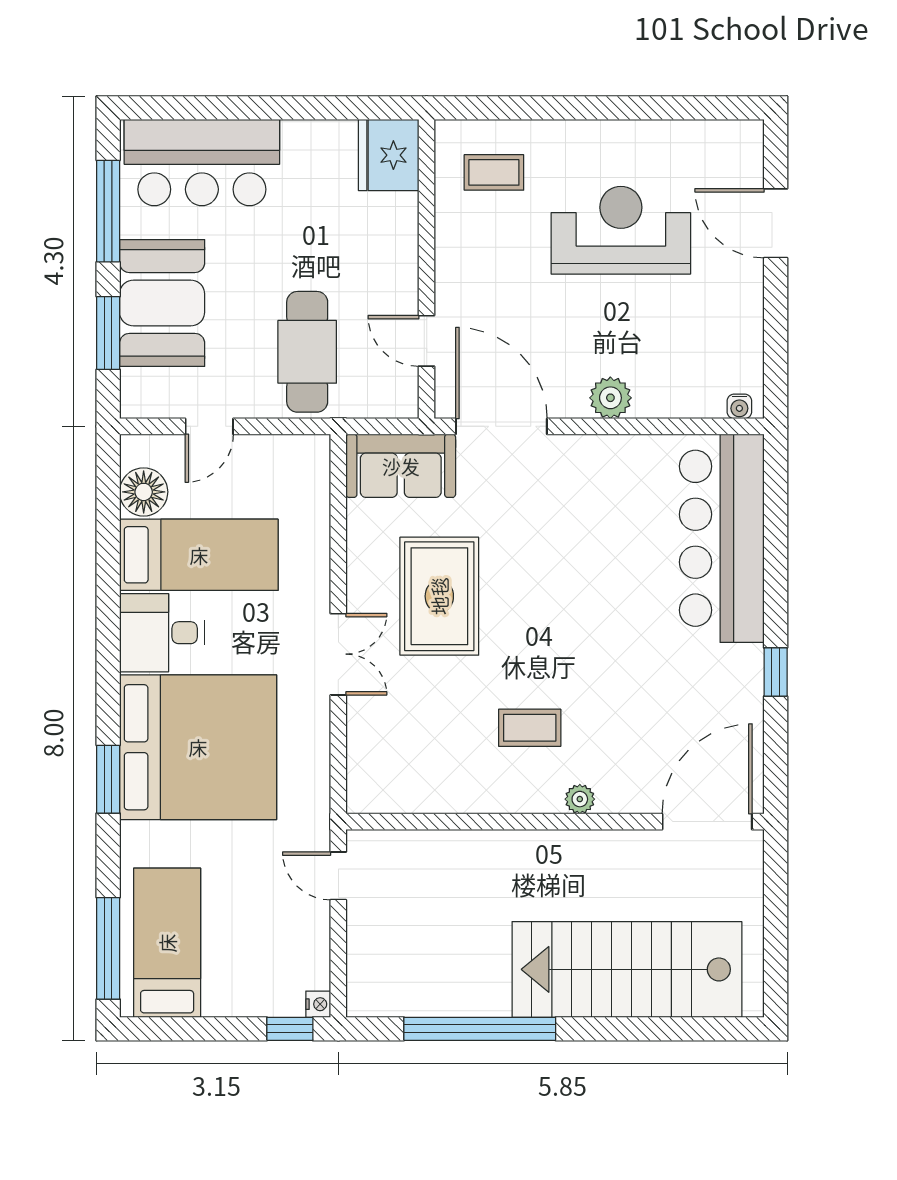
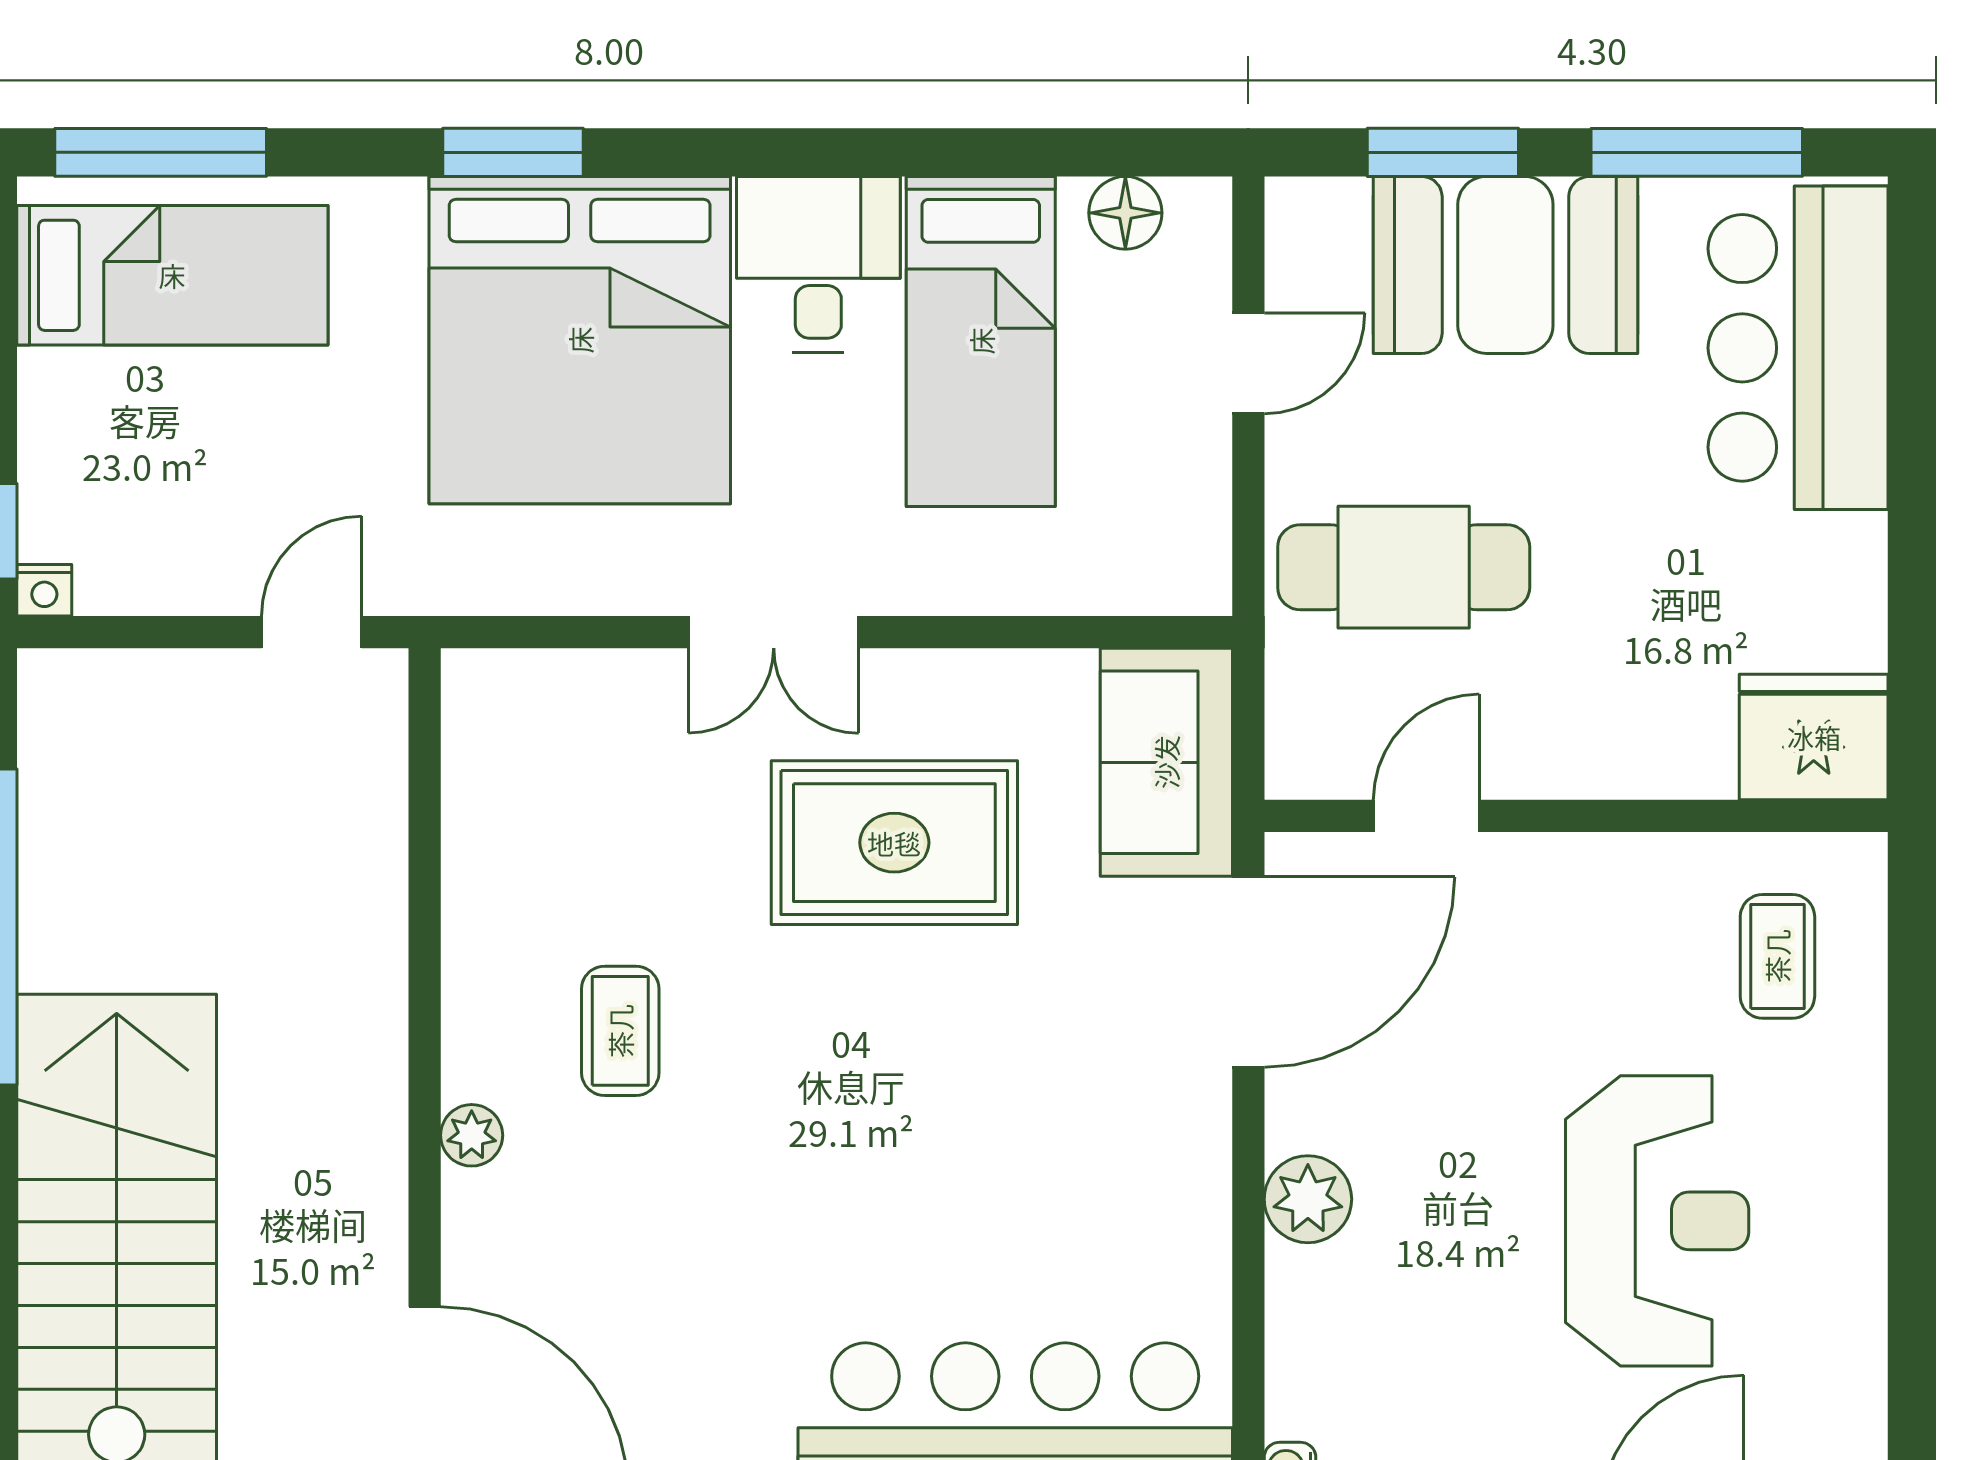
door: (209, 426) -> (1248, 363), swing flipped
floor lamp: (144, 492) -> (1125, 213), width x0.73, depth x0.73

